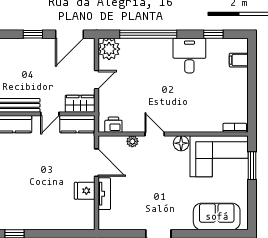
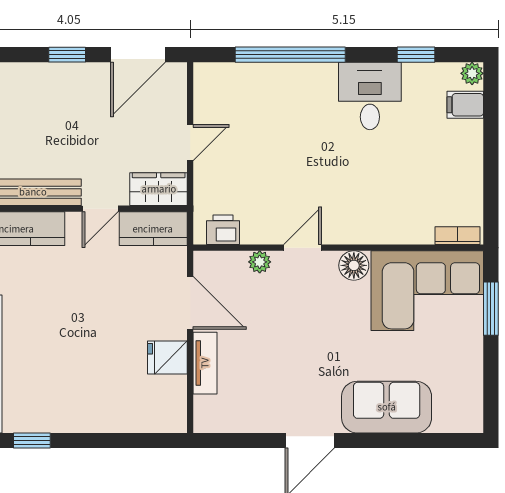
plant: (109, 49) -> (472, 73), moved, width x0.53, depth x0.53
door: (155, 134) -> (303, 248), hinge flipped
sofa: (217, 216) -> (387, 407), moved

